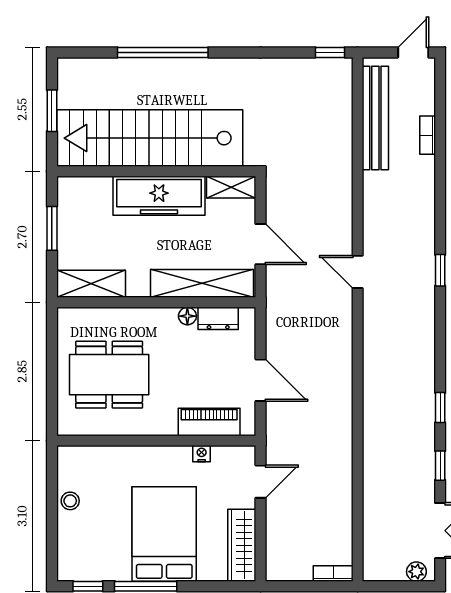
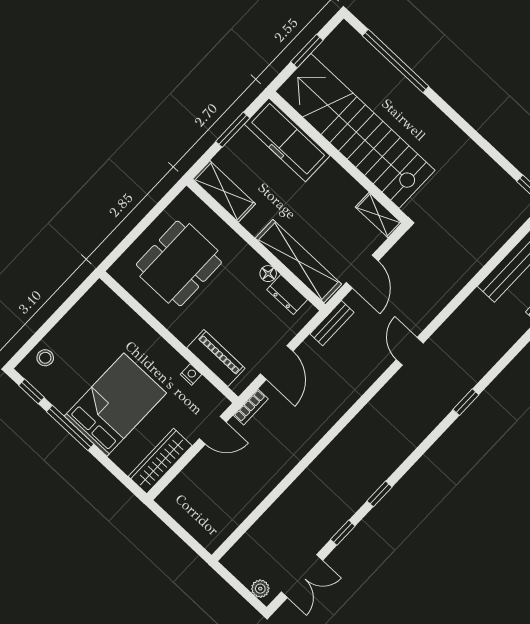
window: (163, 52) -> (396, 61), moved
freezer: (159, 196) -> (287, 140), moved
bench: (275, 308) -> (332, 323), added
dining table: (109, 375) -> (179, 263), turned 90
stool: (70, 501) -> (45, 358), moved
bookcase: (333, 573) -> (251, 407), moved, turned 90

